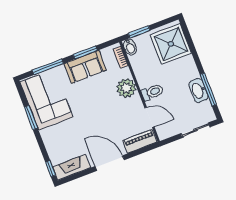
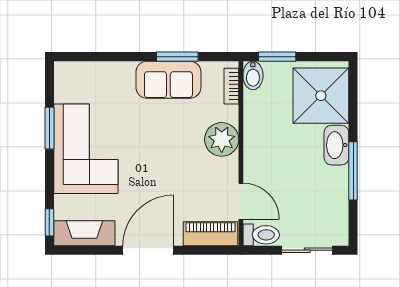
window: (48, 67) -> (108, 57), removed
washbasin: (198, 90) -> (336, 145), moved
window: (208, 90) -> (353, 171), moved
toilet: (152, 92) -> (261, 235), moved
corner sofa: (46, 99) -> (86, 149), moved
door: (110, 163) -> (148, 250), hinge flipped

